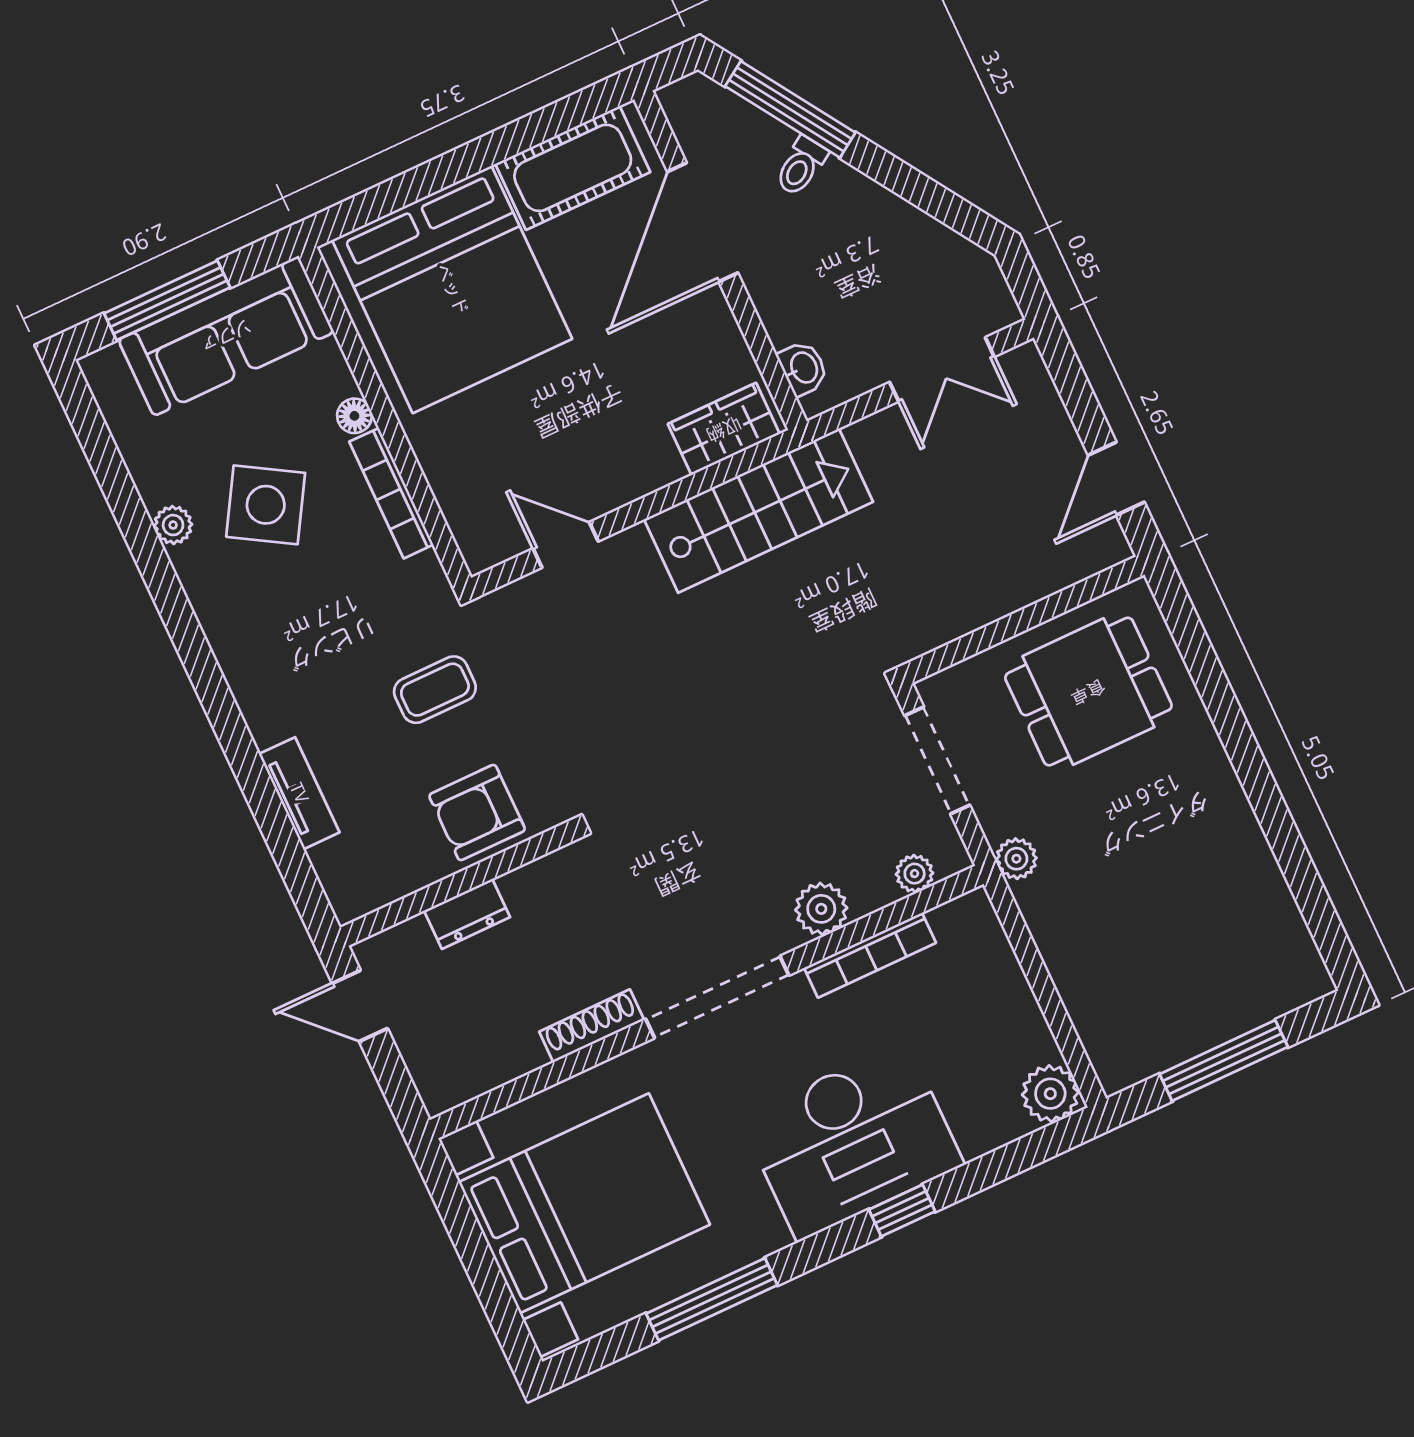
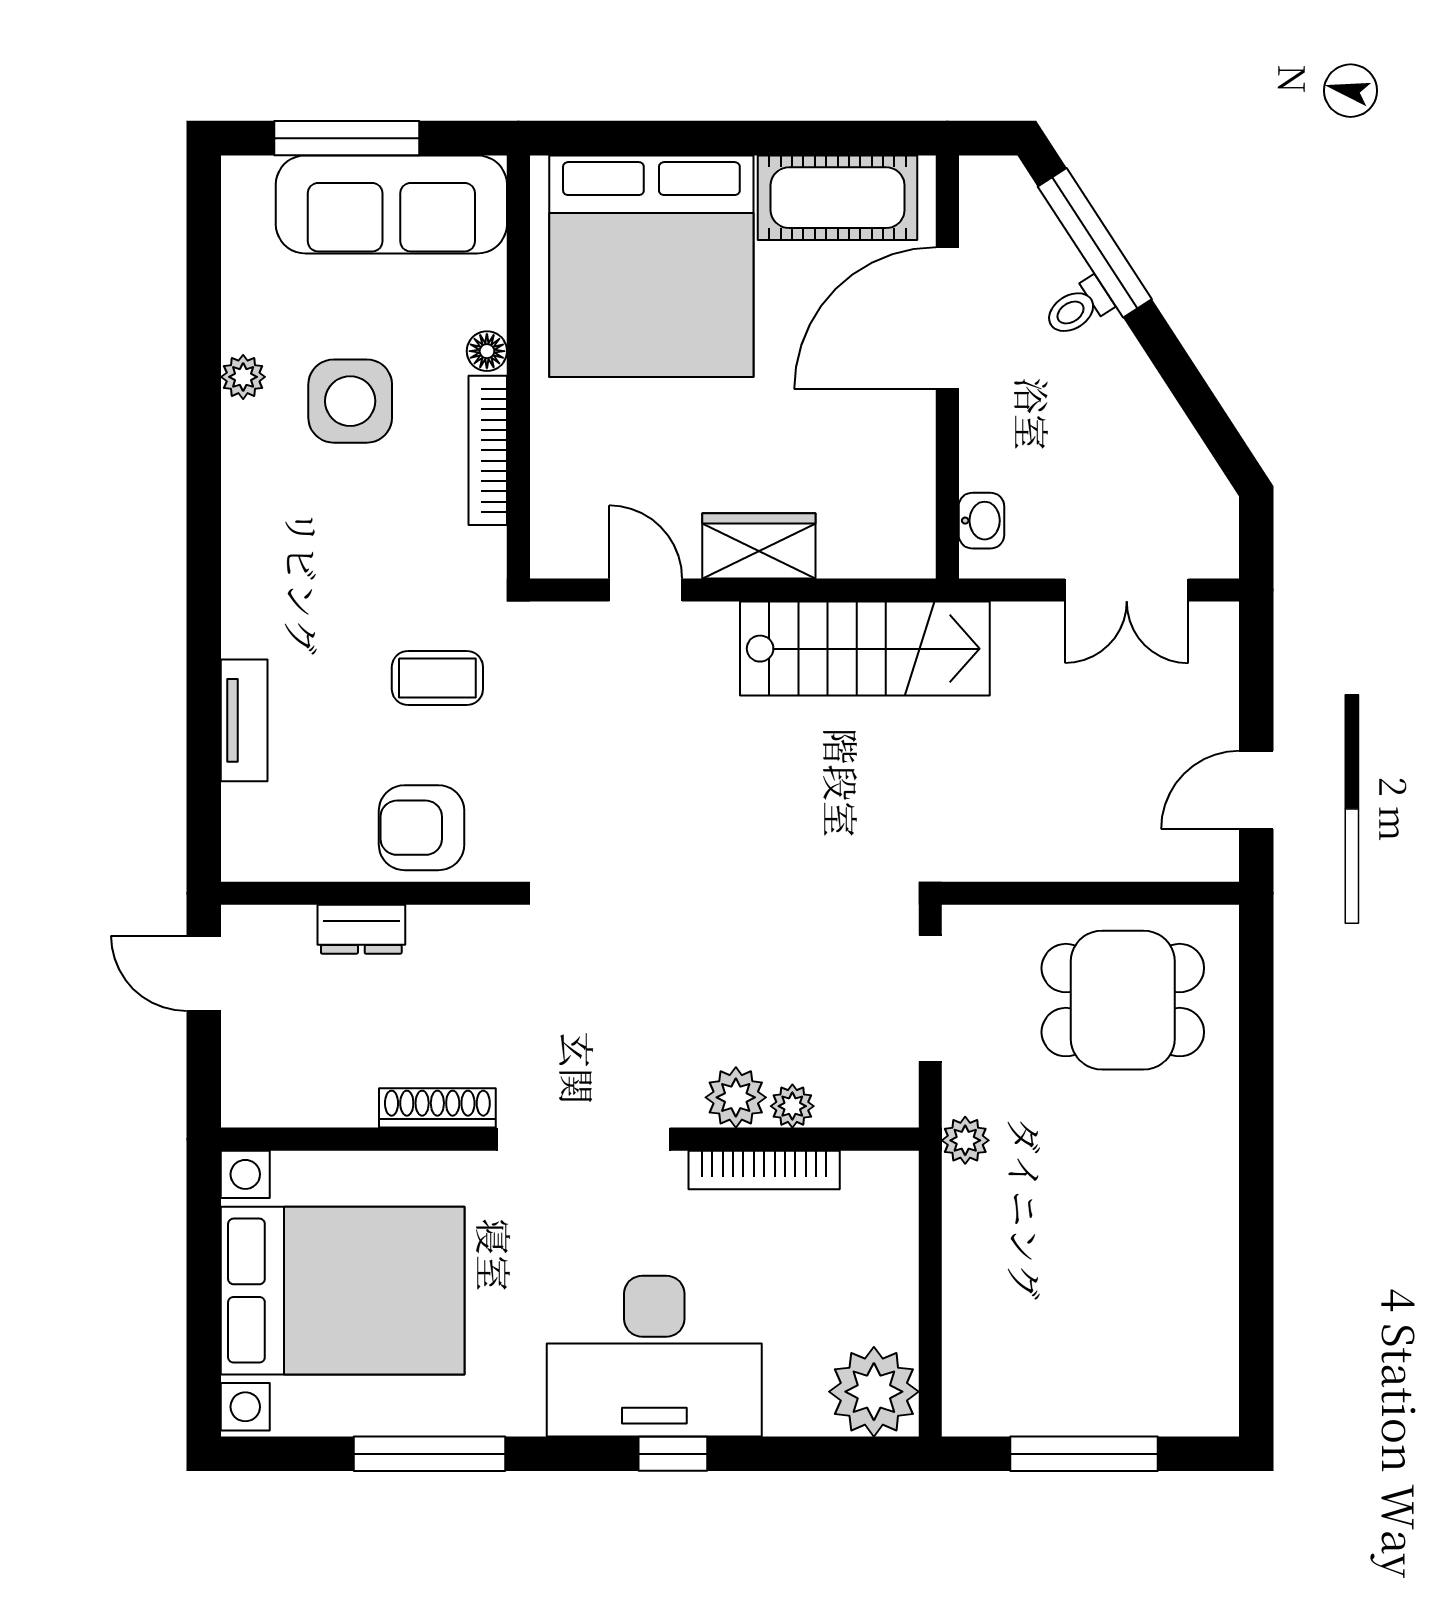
wardrobe: (724, 429) -> (759, 546), moved
side table: (266, 505) -> (350, 401), turned -31
plant: (915, 874) -> (792, 1106), moved
plant: (1050, 1094) -> (874, 1392), width x1.36, depth x1.36

